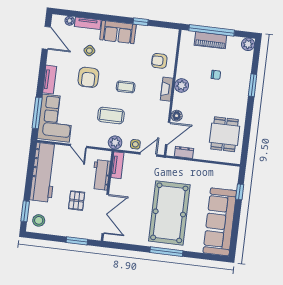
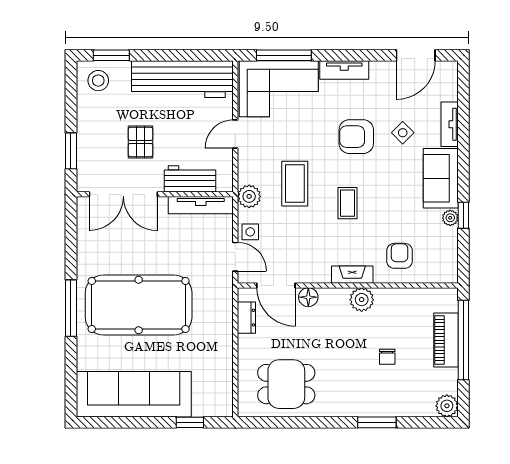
plant: (70, 21) -> (450, 218), moved
tv unit: (117, 165) -> (201, 205), width x1.41
pallet: (77, 201) -> (141, 142), turned 90

